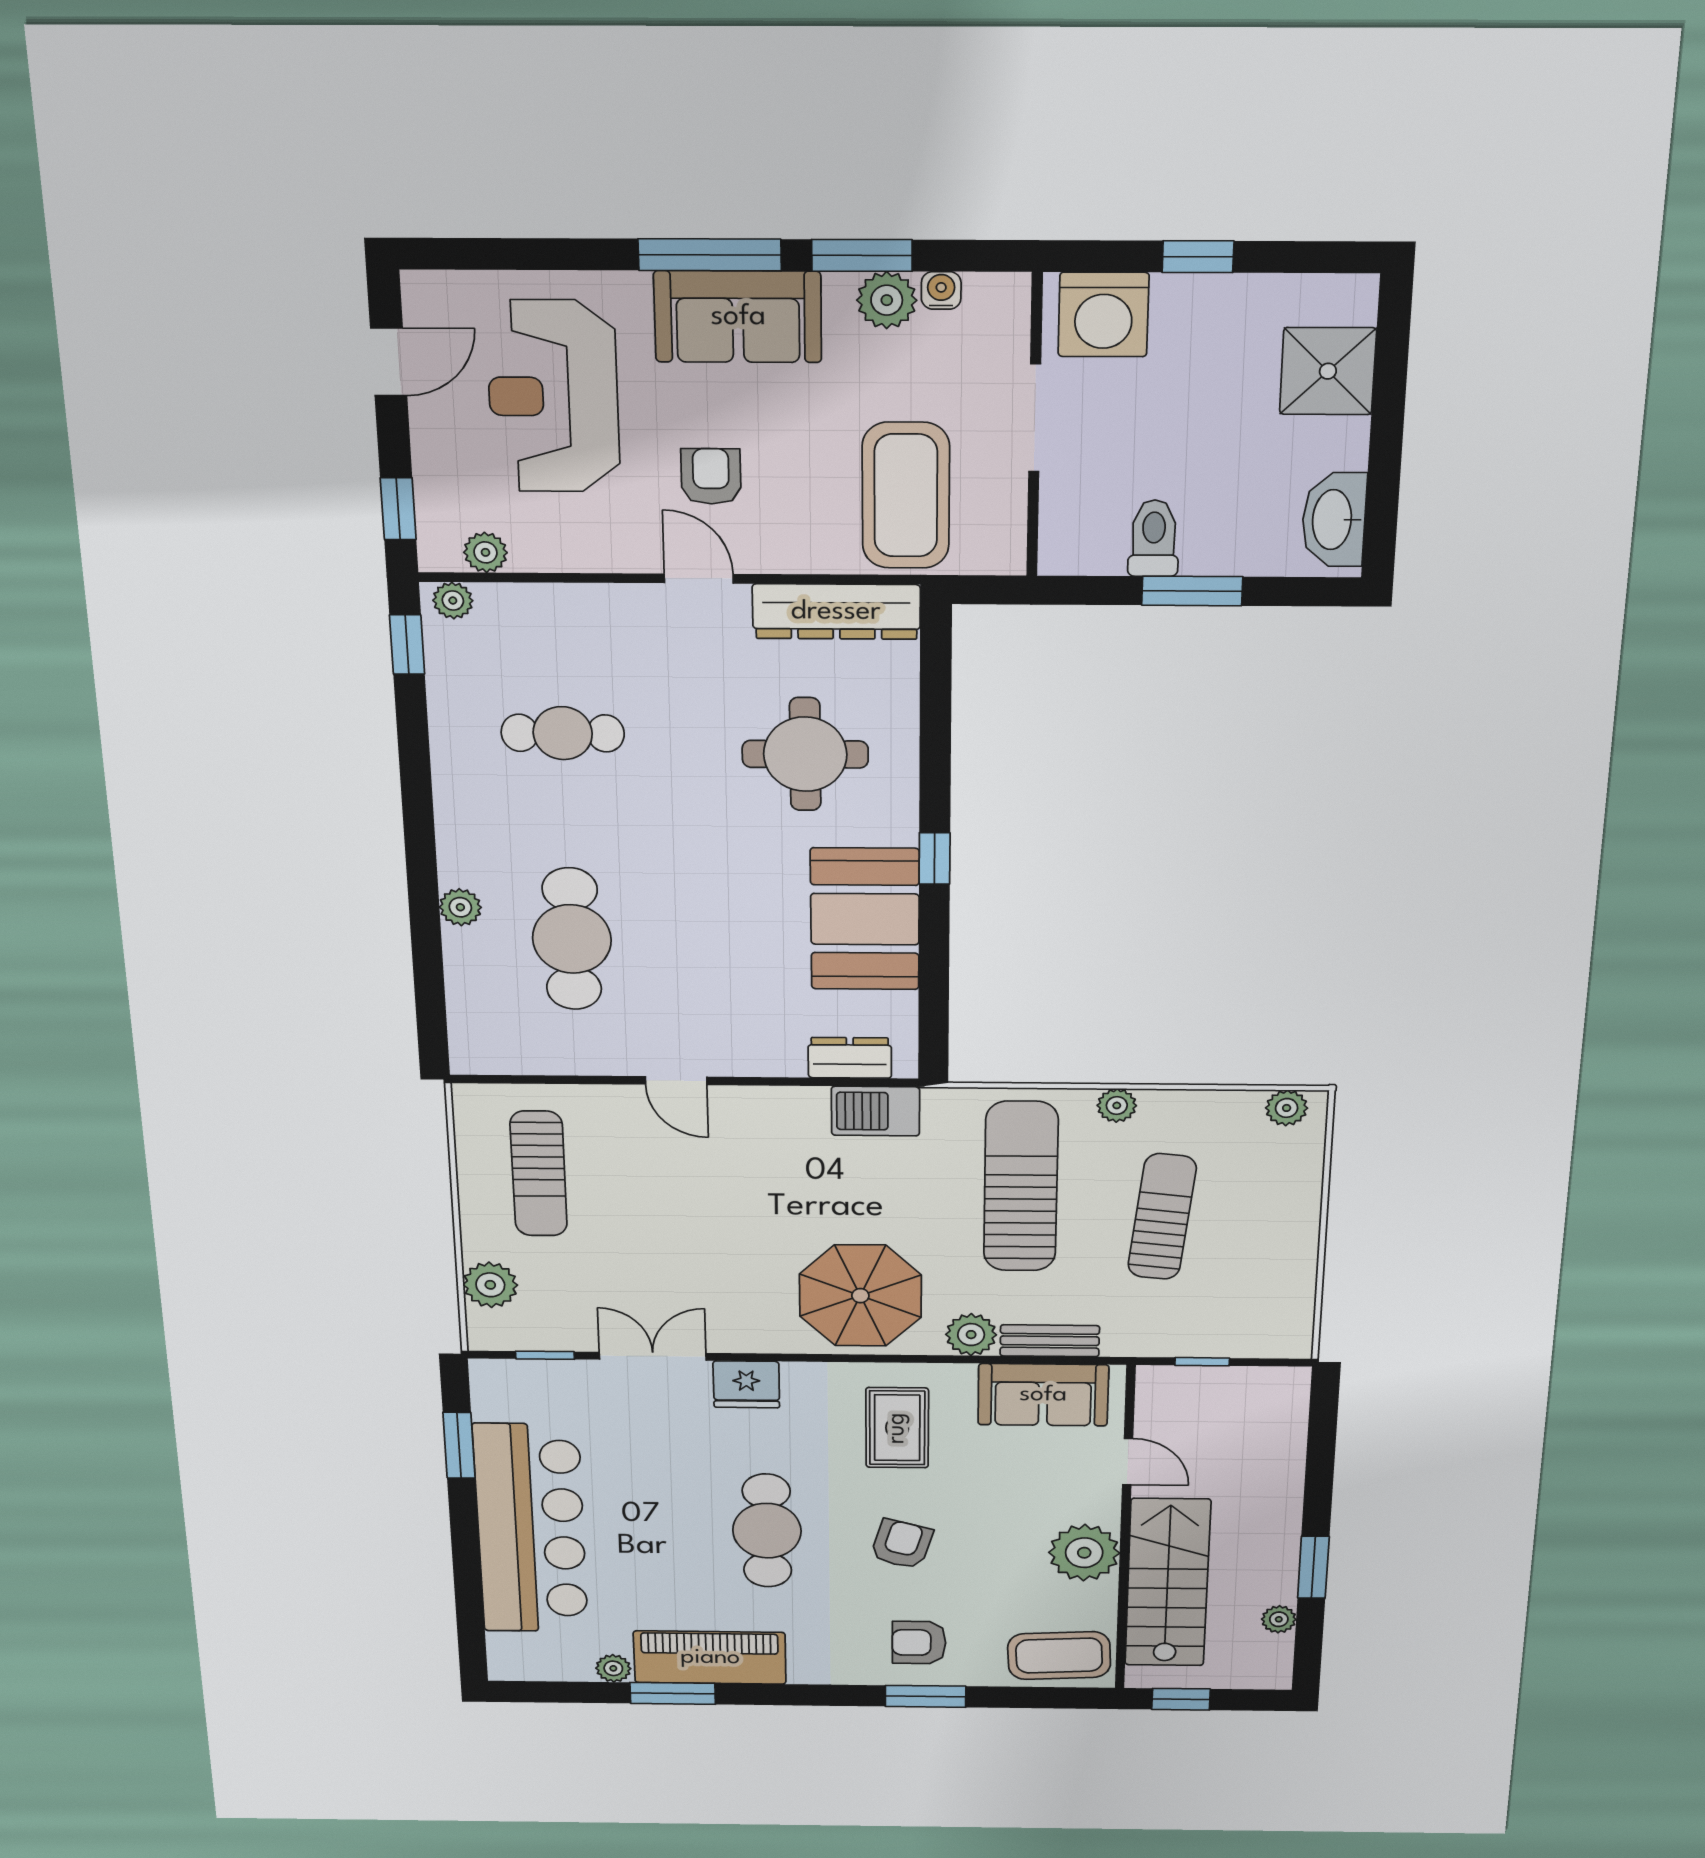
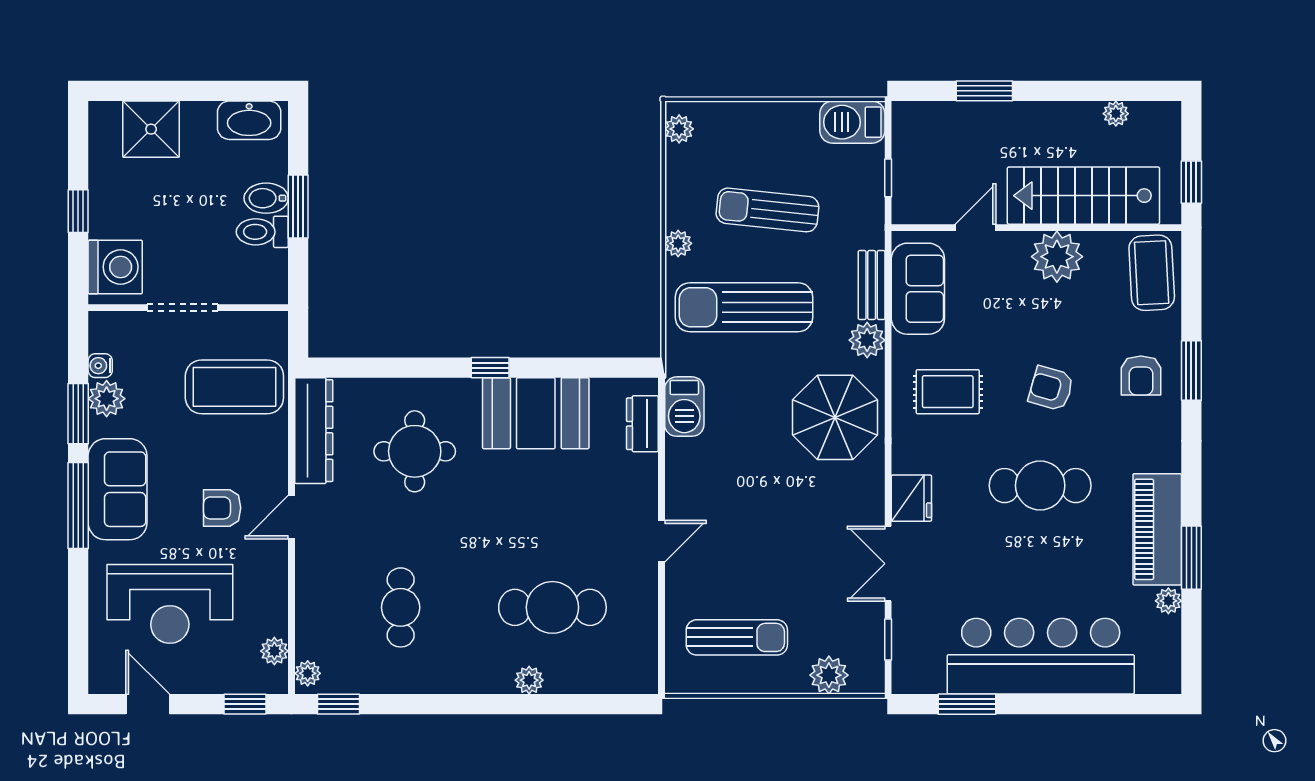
bidet: (1207, 544) -> (266, 198), added
barbecue: (1284, 1320) -> (852, 122), added
window: (1313, 1567) -> (984, 91), moved

